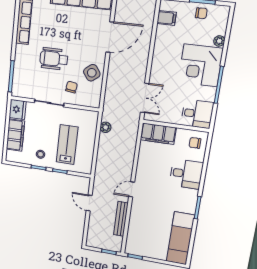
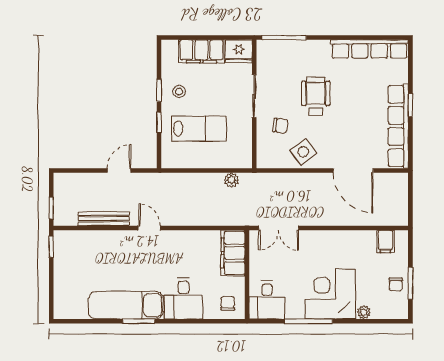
exam couch: (180, 238) -> (126, 305), moved

